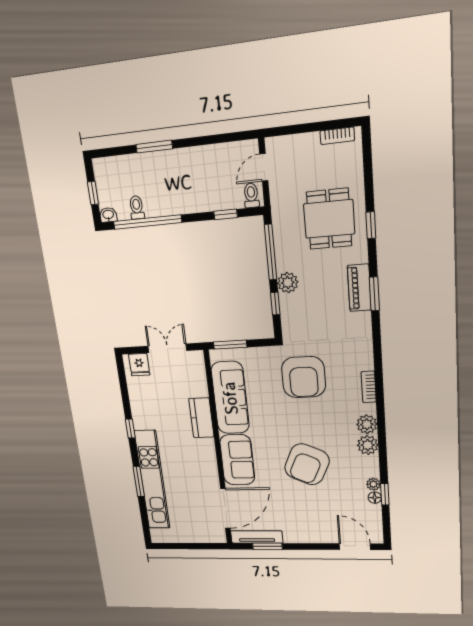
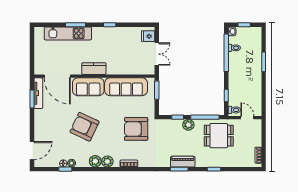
dining table: (329, 219) -> (219, 136), moved
kitchen counter: (201, 418) -> (94, 69), moved
kitchen unit: (152, 480) -> (68, 33), width x0.73

